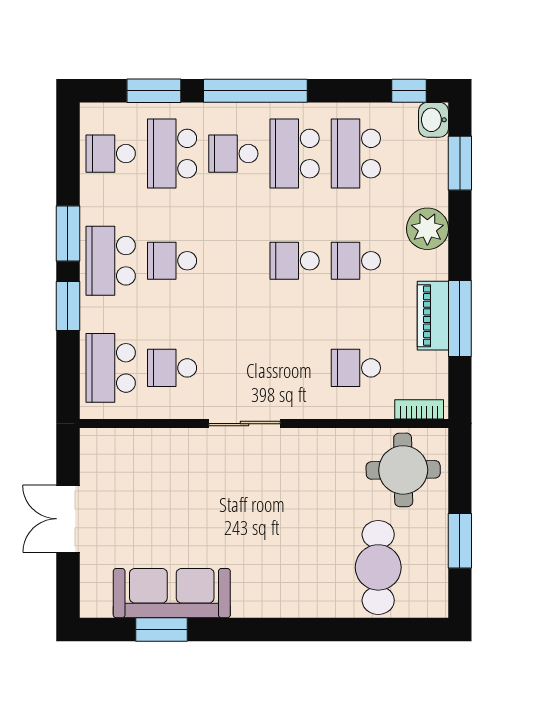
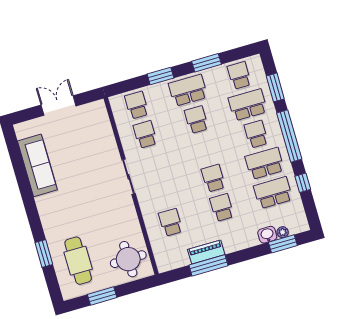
window: (409, 91) -> (303, 183), moved
washbasin: (433, 120) -> (267, 235), moved
plant: (427, 229) -> (283, 232), moved, width x0.53, depth x0.53
window: (68, 233) -> (206, 63), moved
school desk: (111, 368) -> (137, 105), width x0.54
bookcase: (419, 409) -> (159, 258), removed
cafe table: (378, 567) -> (78, 261), turned 90
window: (162, 630) -> (44, 253), moved

